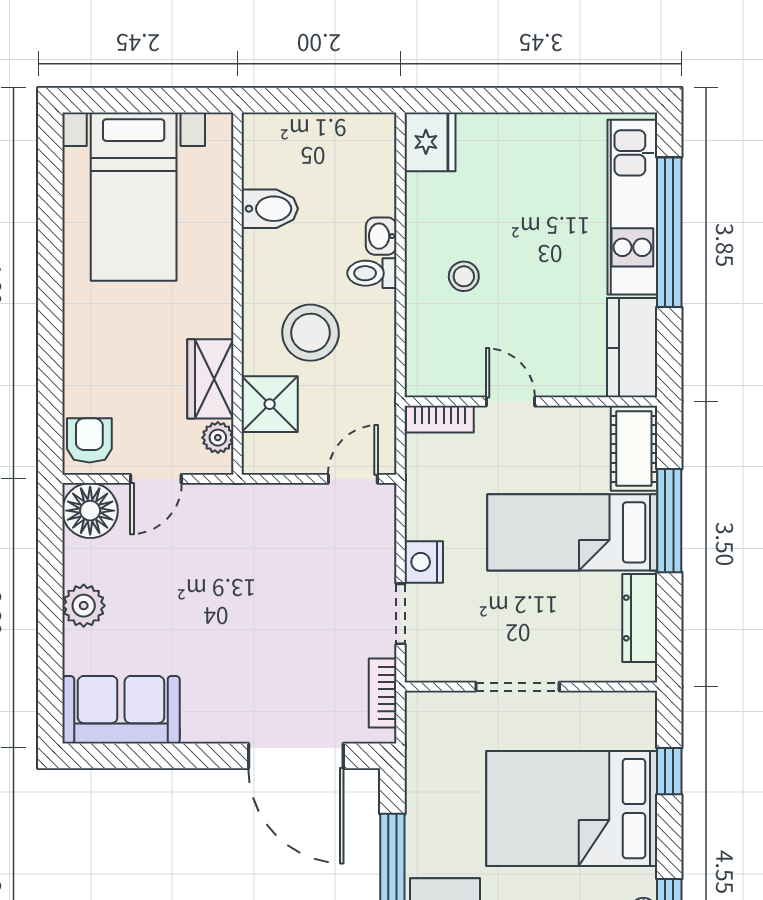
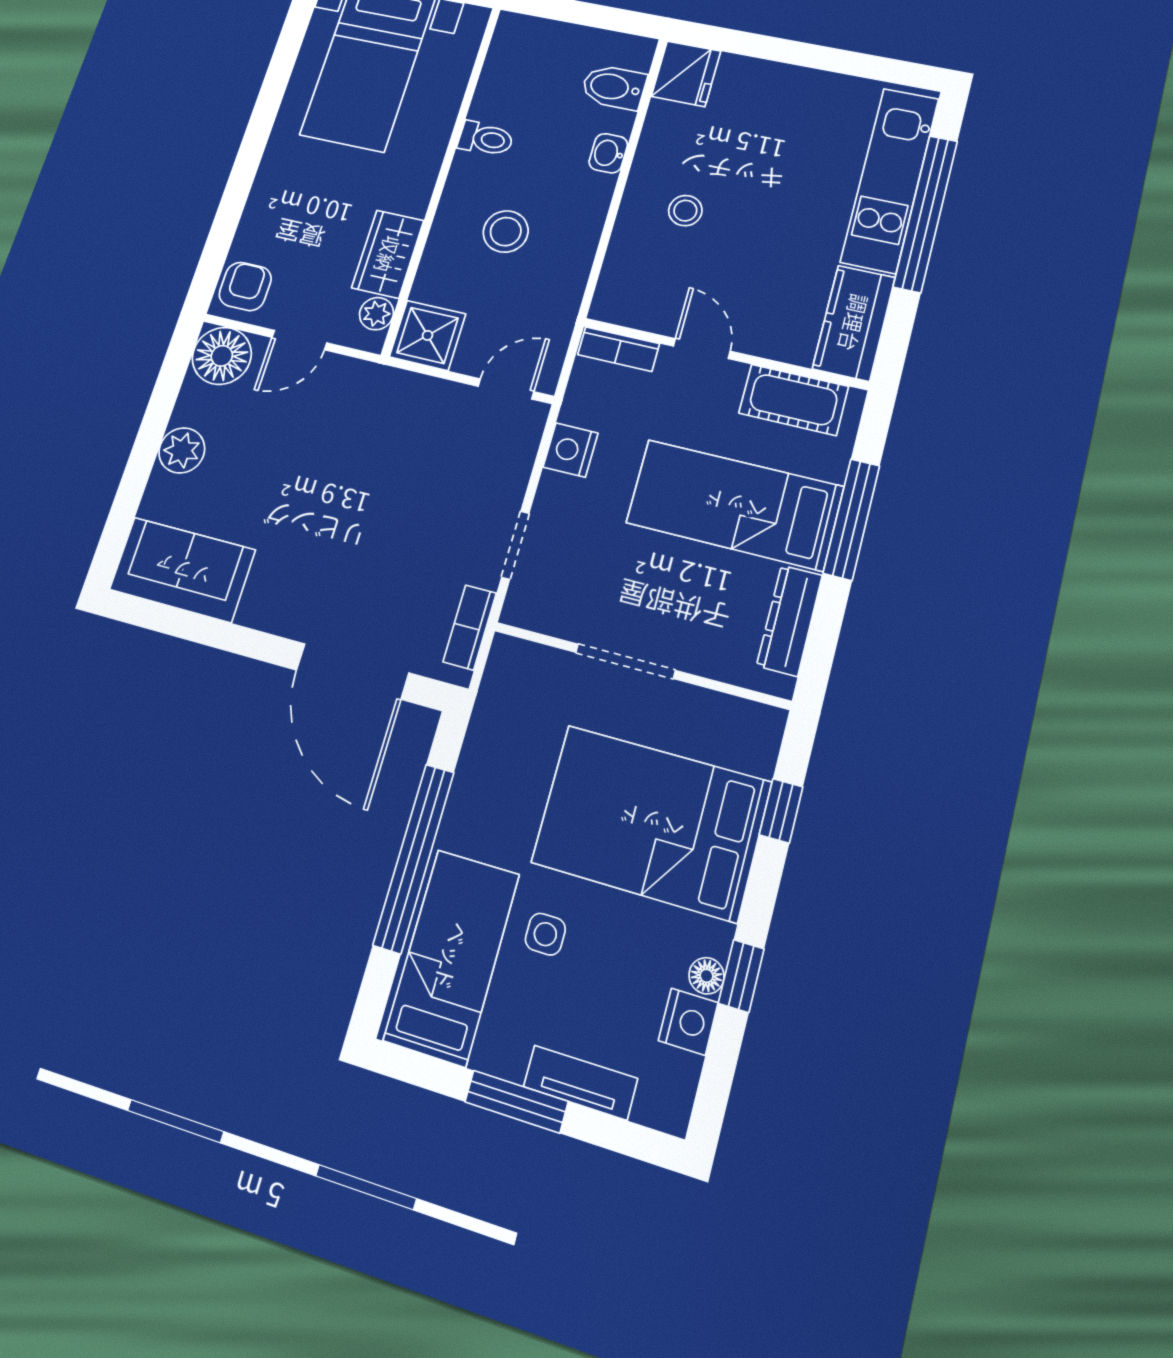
bidet: (270, 209) -> (614, 87), moved, turned 180
toilet: (372, 273) -> (486, 139), moved, turned 180
stool: (310, 333) -> (506, 232), width x0.73, depth x0.73
shower: (270, 404) -> (427, 335), moved
cot: (634, 449) -> (794, 400), moved, turned 90
nightstand: (424, 562) -> (571, 450), moved

